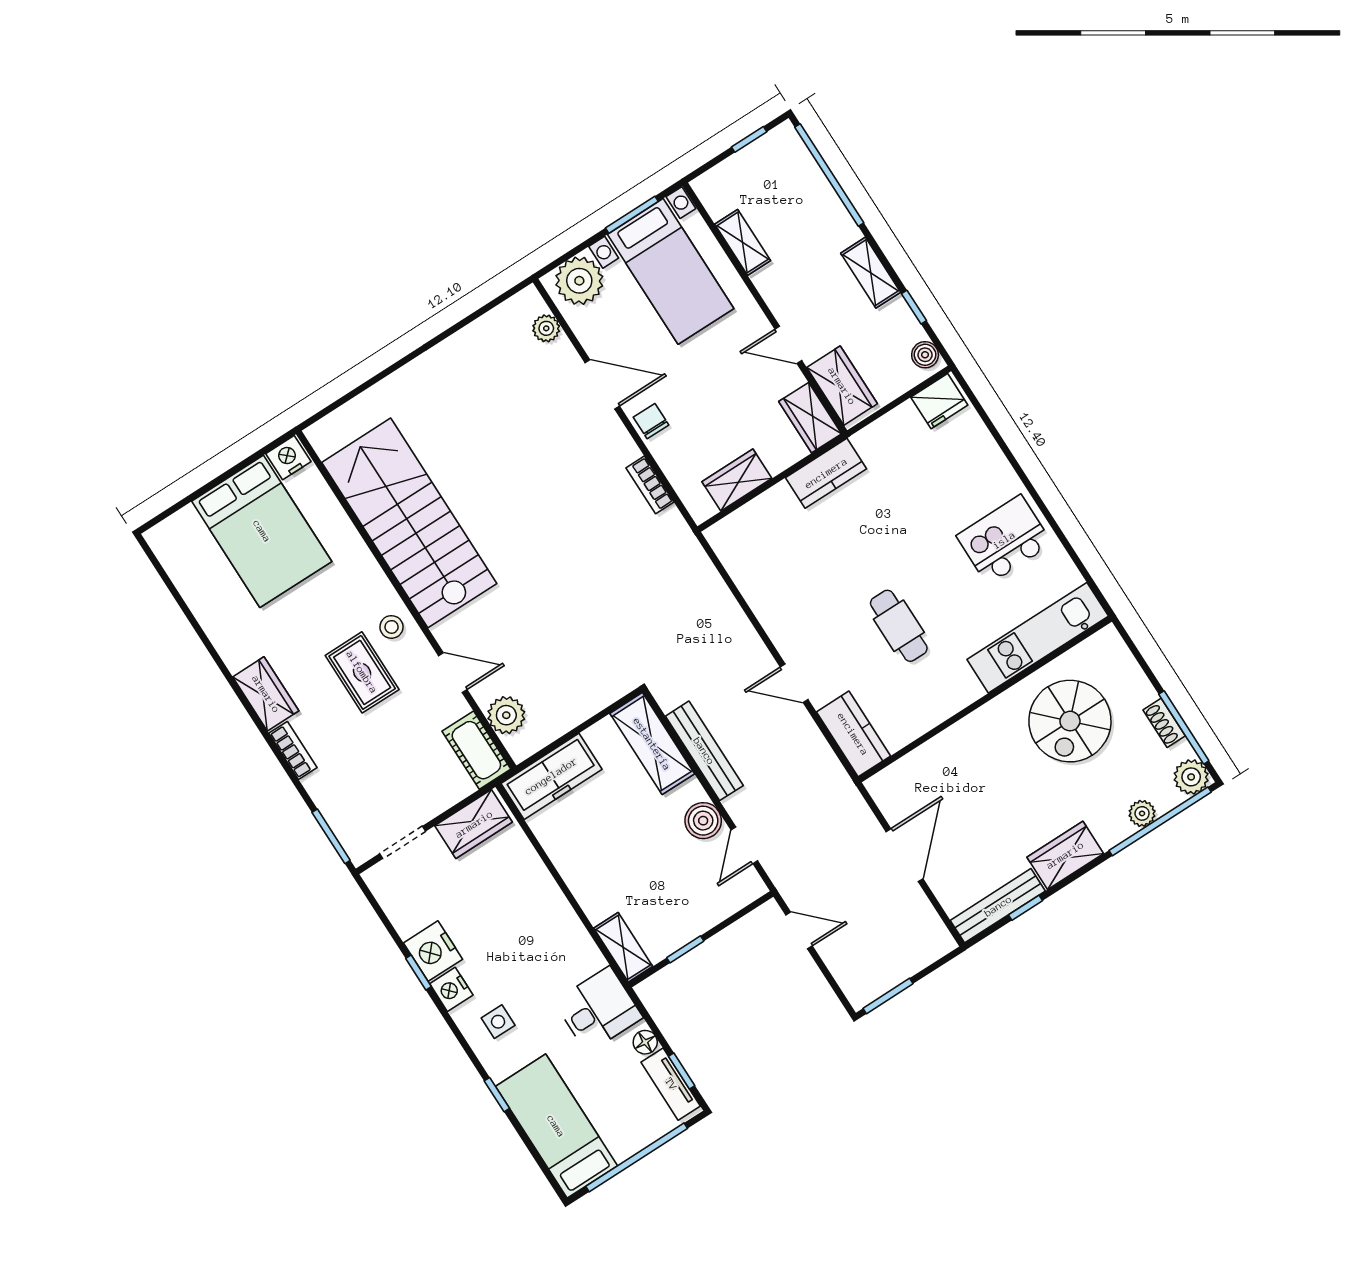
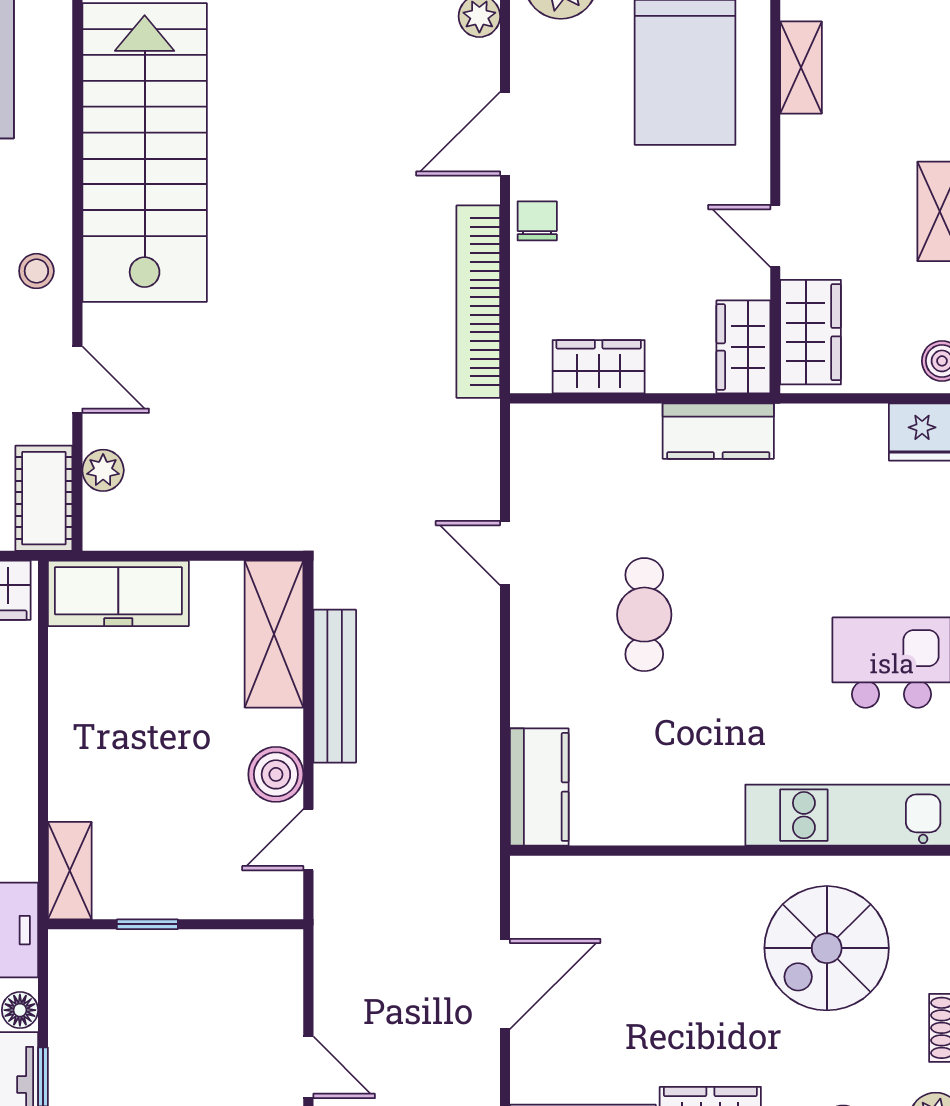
door: (602, 384) -> (505, 134), swing flipped
bookcase: (650, 485) -> (478, 302), width x2.31, depth x1.31
cafe table: (899, 626) -> (644, 615), moved
door: (794, 683) -> (505, 553), moved
plant: (506, 715) -> (103, 470), width x0.73, depth x0.73
door: (799, 930) -> (308, 1067), moved

